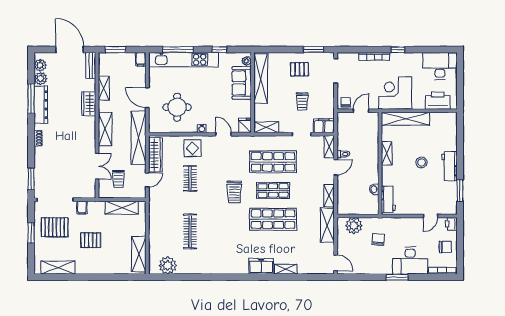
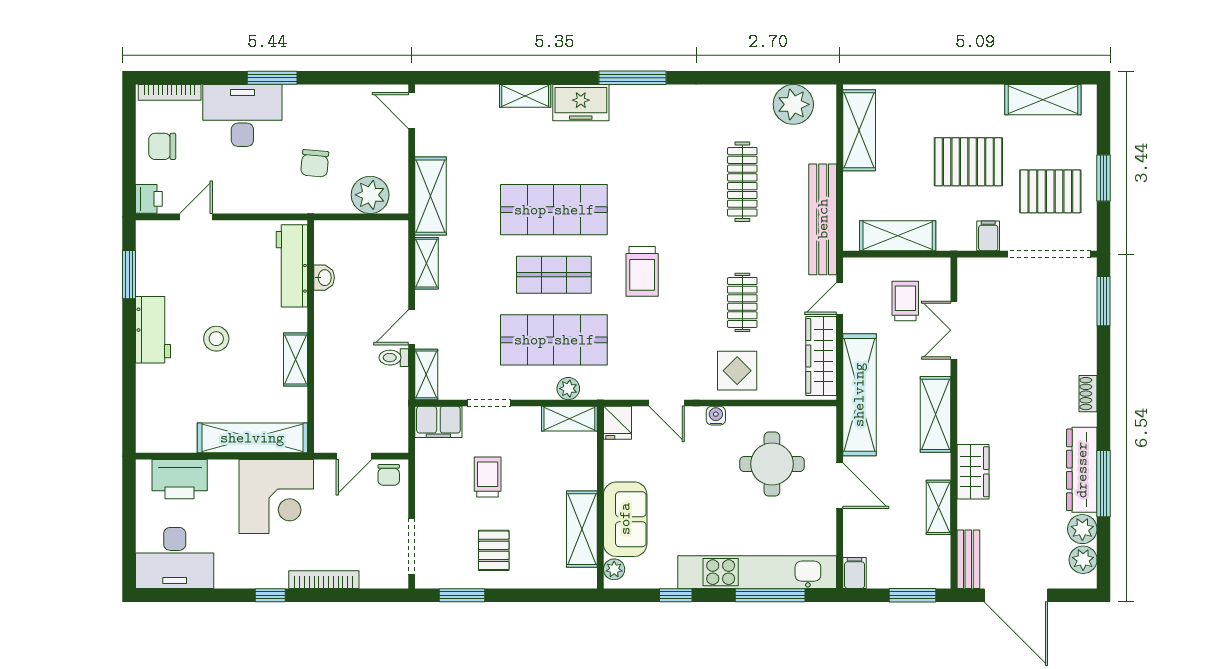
pallet: (300, 69) -> (494, 550), turned 90
shelving: (261, 79) -> (582, 529), width x0.68
plant: (267, 140) -> (568, 389), added
trolley: (234, 192) -> (642, 271), turned 180
workbench: (388, 199) -> (292, 266), width x1.38
bench: (155, 215) -> (823, 219), added
pallet: (91, 240) -> (968, 162), width x1.50, depth x1.42
window: (238, 277) -> (632, 78), added

